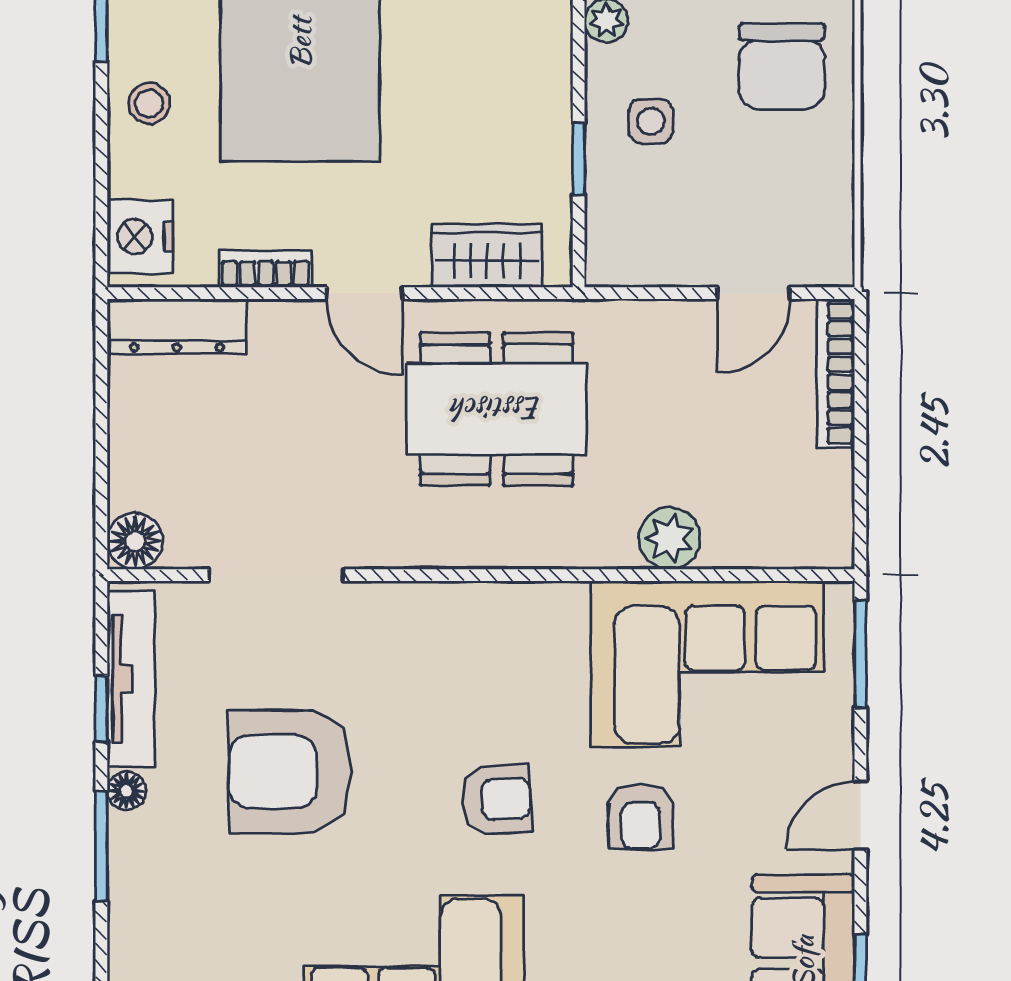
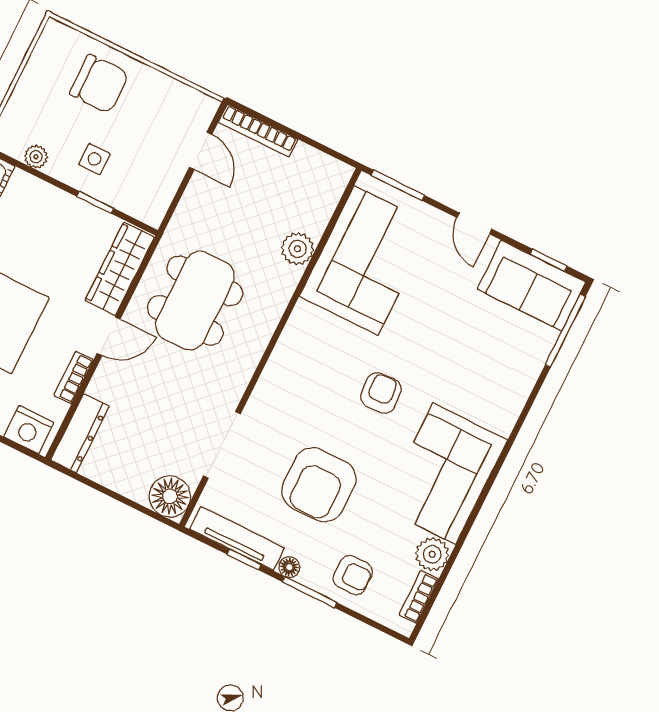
wardrobe: (487, 256) -> (120, 269), width x1.50
floor lamp: (135, 541) -> (170, 496), width x1.38, depth x1.38
armchair: (641, 816) -> (353, 575), moved

